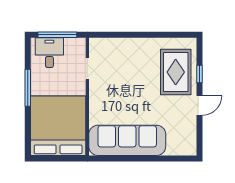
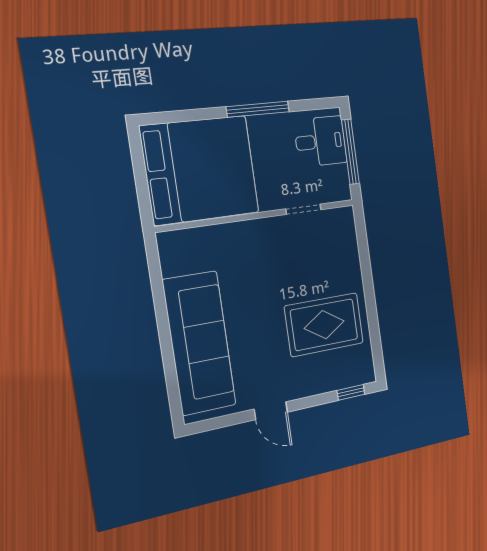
rug: (176, 72) -> (324, 325), moved
window: (200, 74) -> (351, 392), moved
sofa: (127, 140) -> (199, 343), moved

